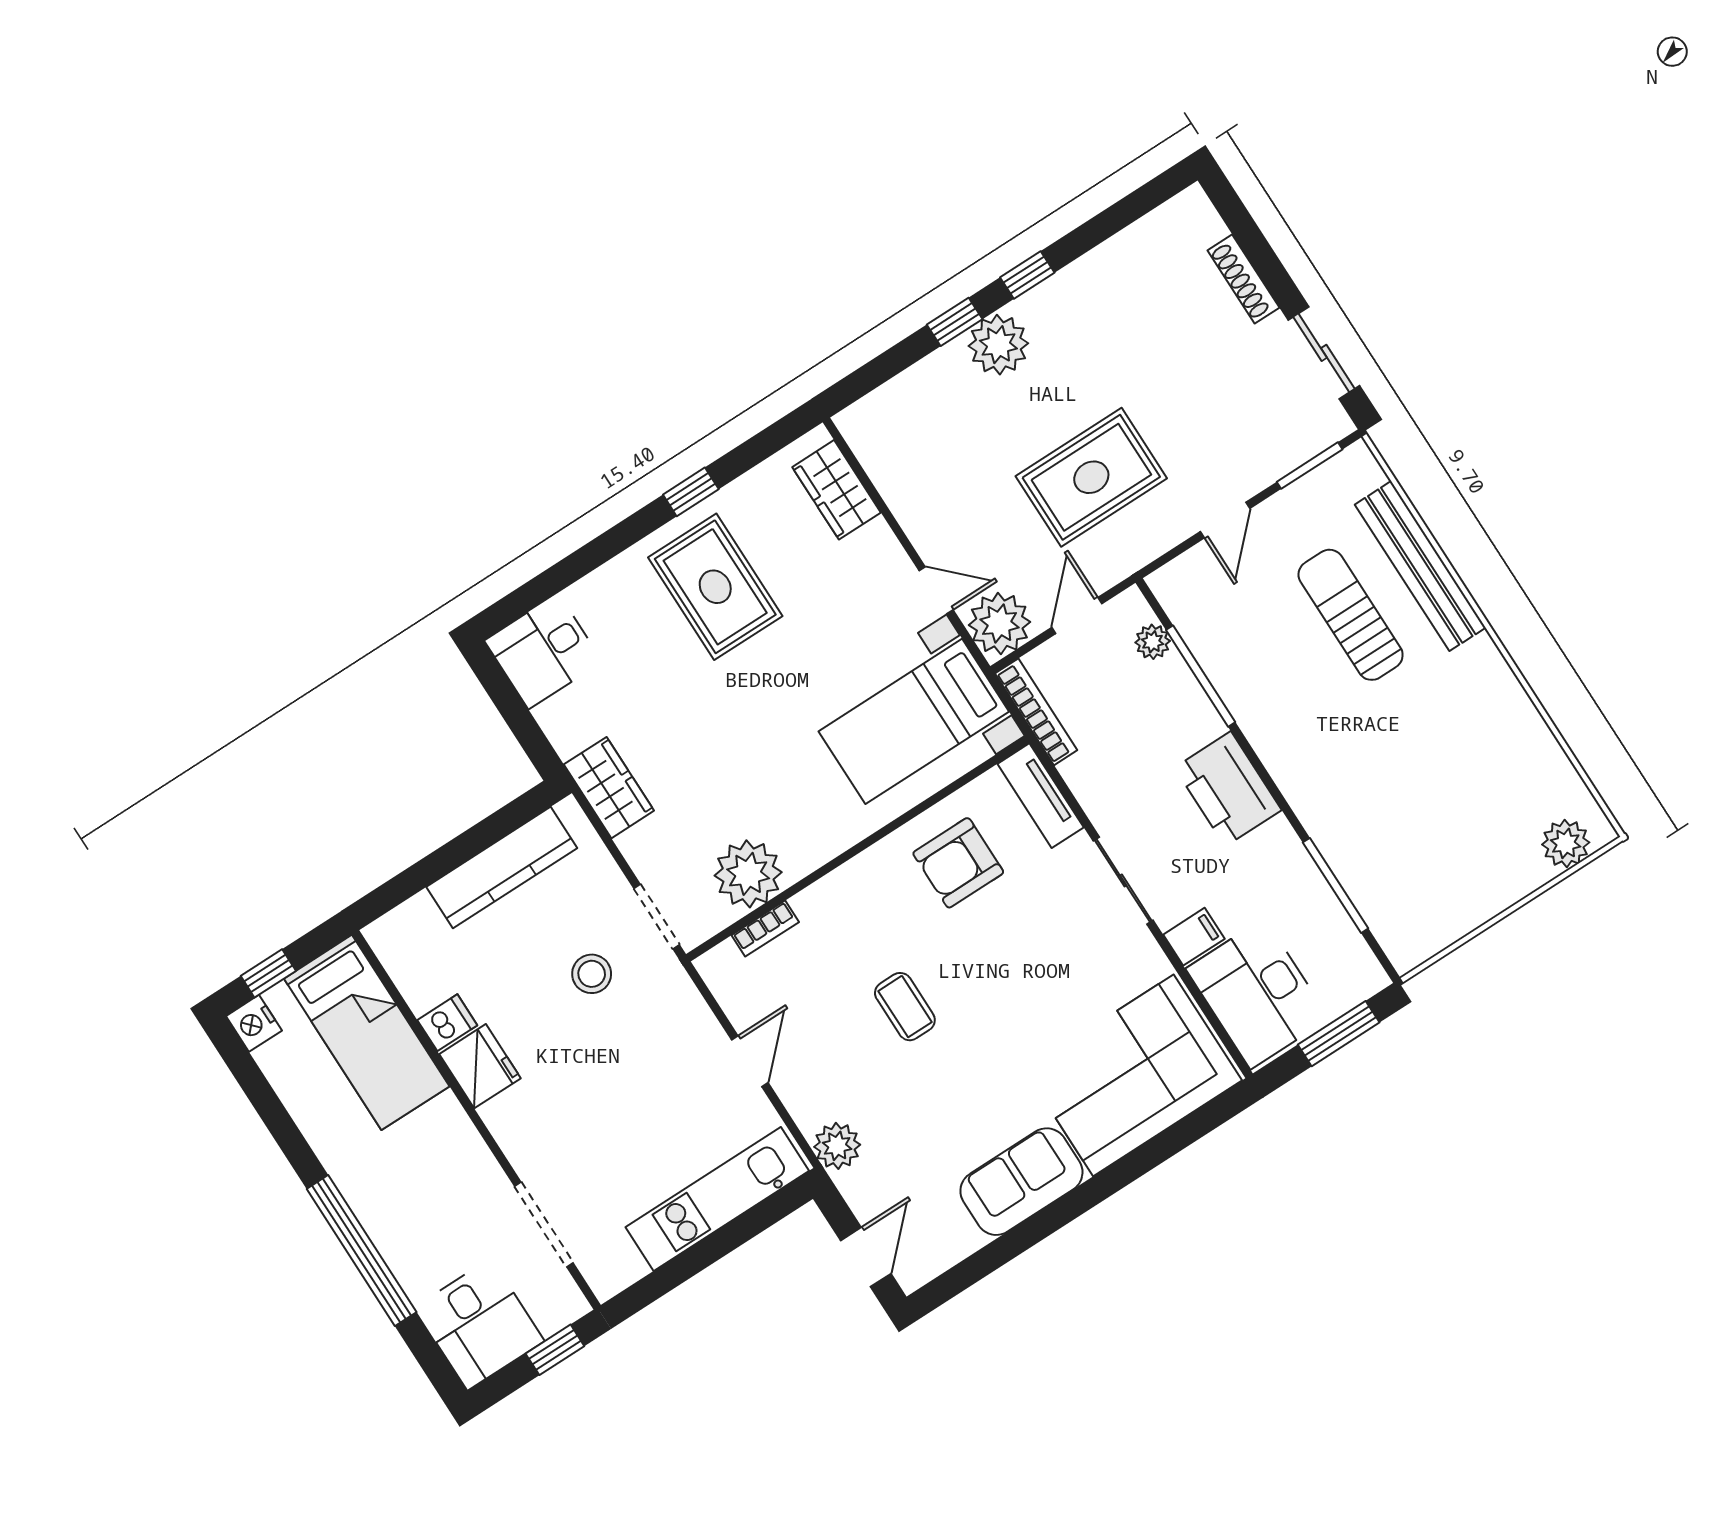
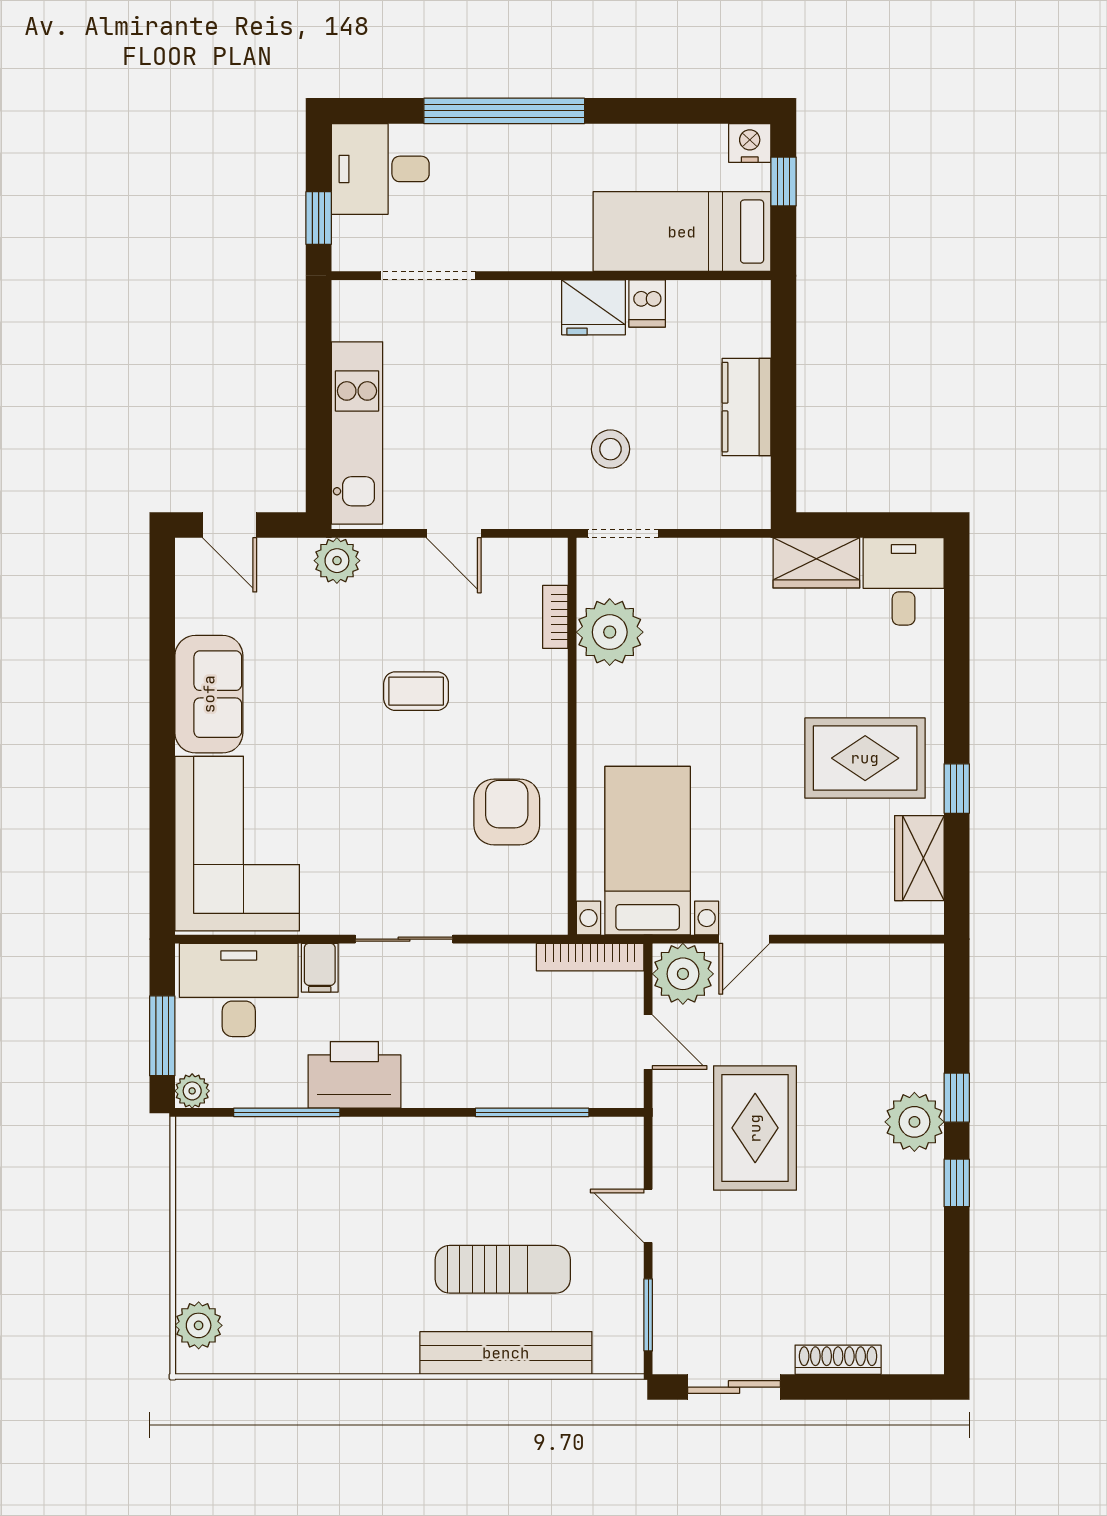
wardrobe: (837, 490) -> (919, 858), moved, turned -90
plant: (1153, 642) -> (192, 1091), moved
wardrobe: (609, 788) -> (816, 563), moved
printer: (1228, 789) -> (354, 1075), moved
tv unit: (1041, 796) -> (519, 916), removed
kitchen counter: (502, 868) -> (746, 407), width x0.67

